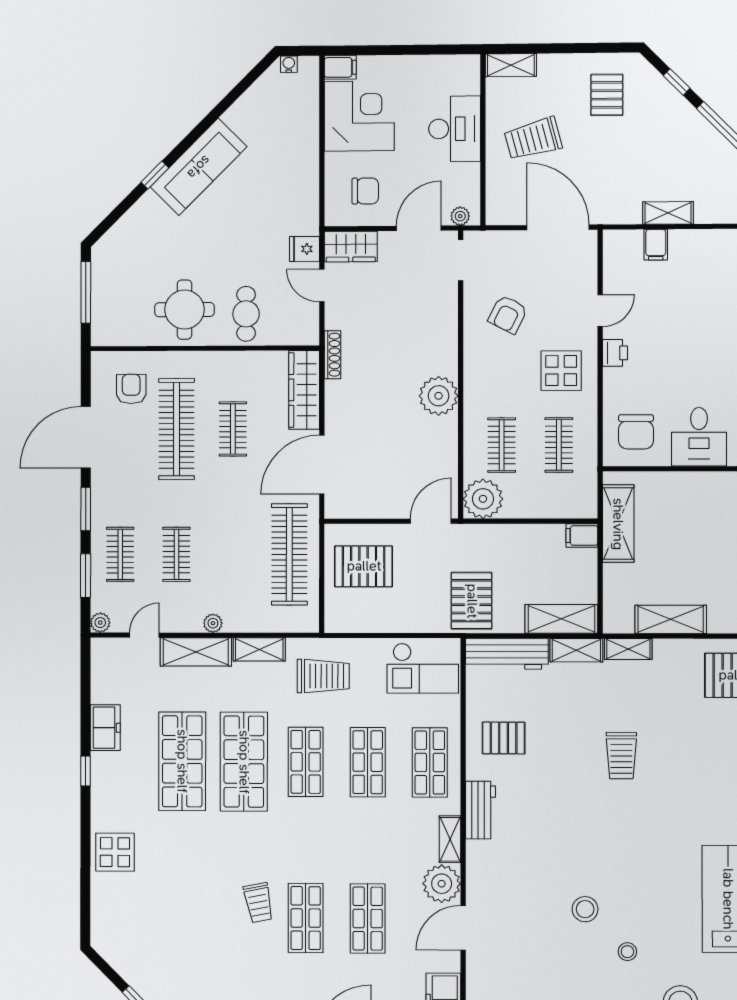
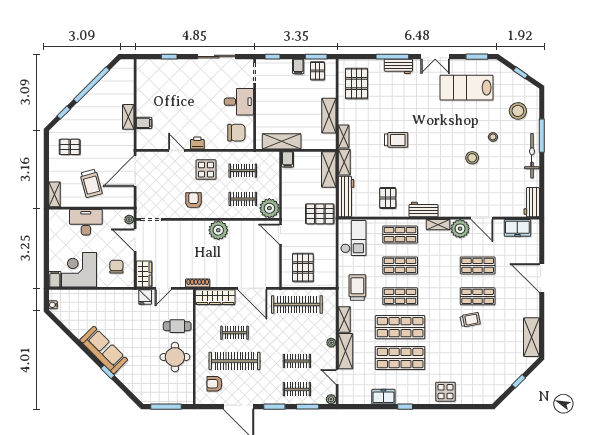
armchair: (508, 314) -> (193, 200), moved, turned -117

